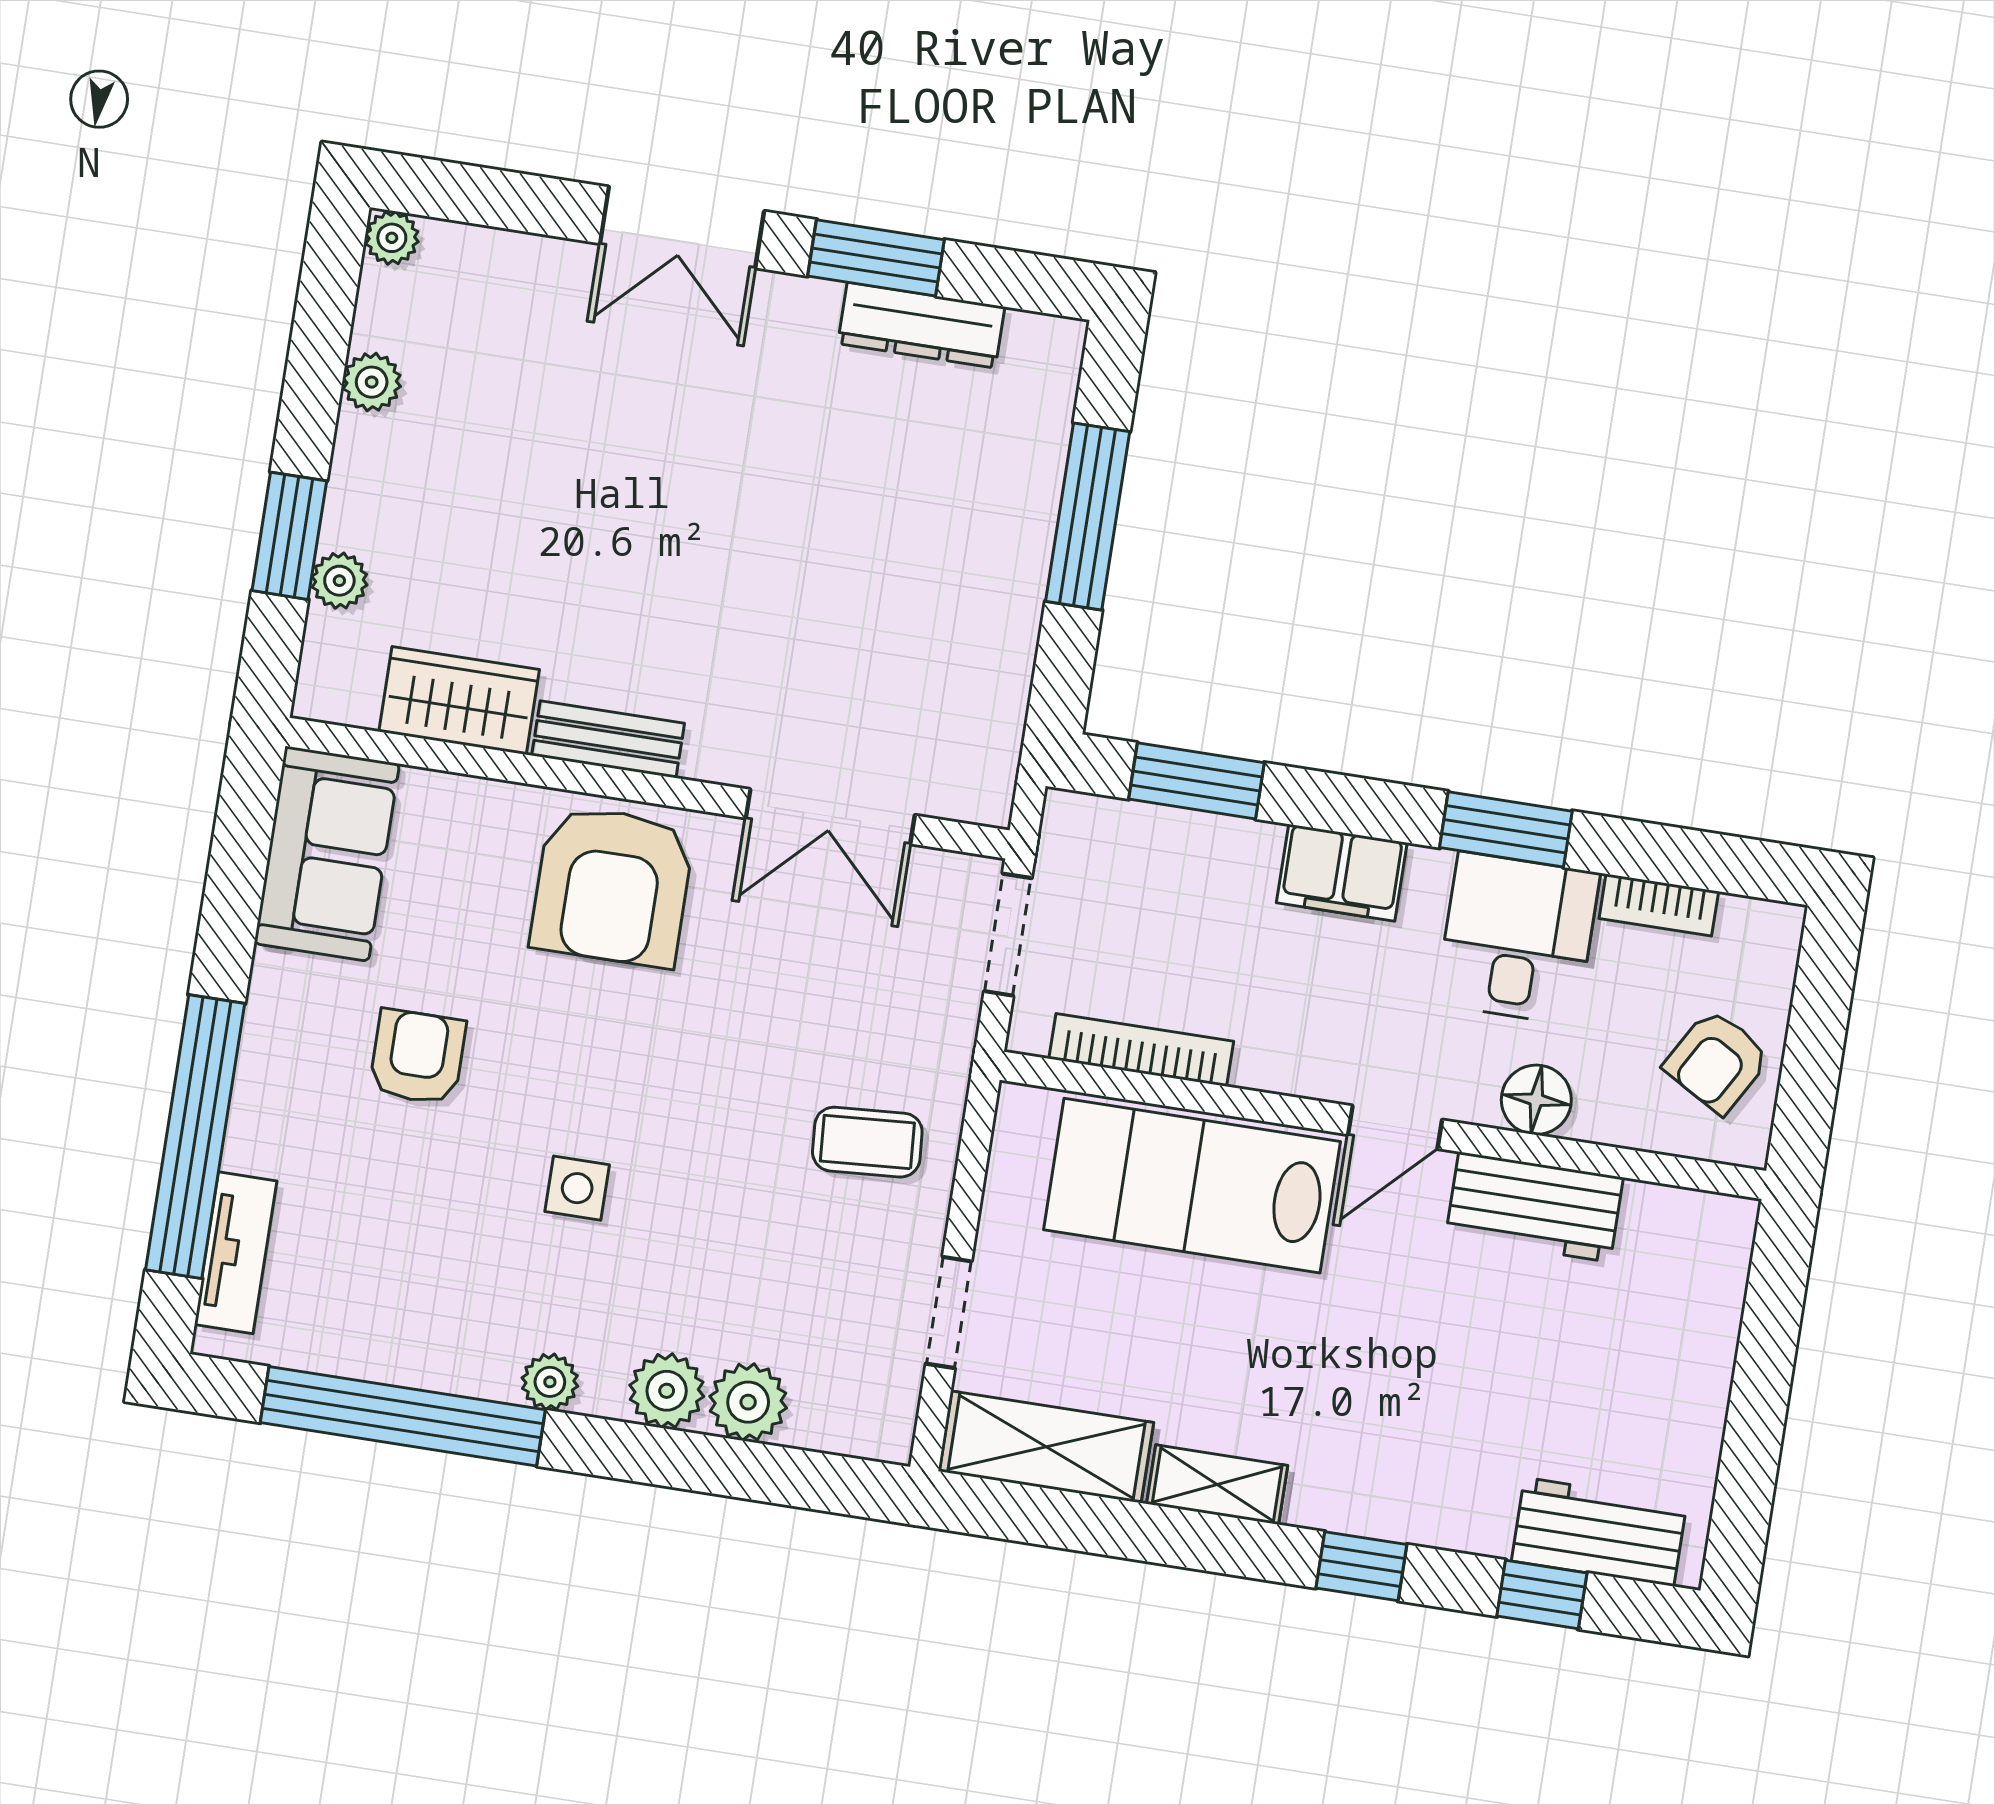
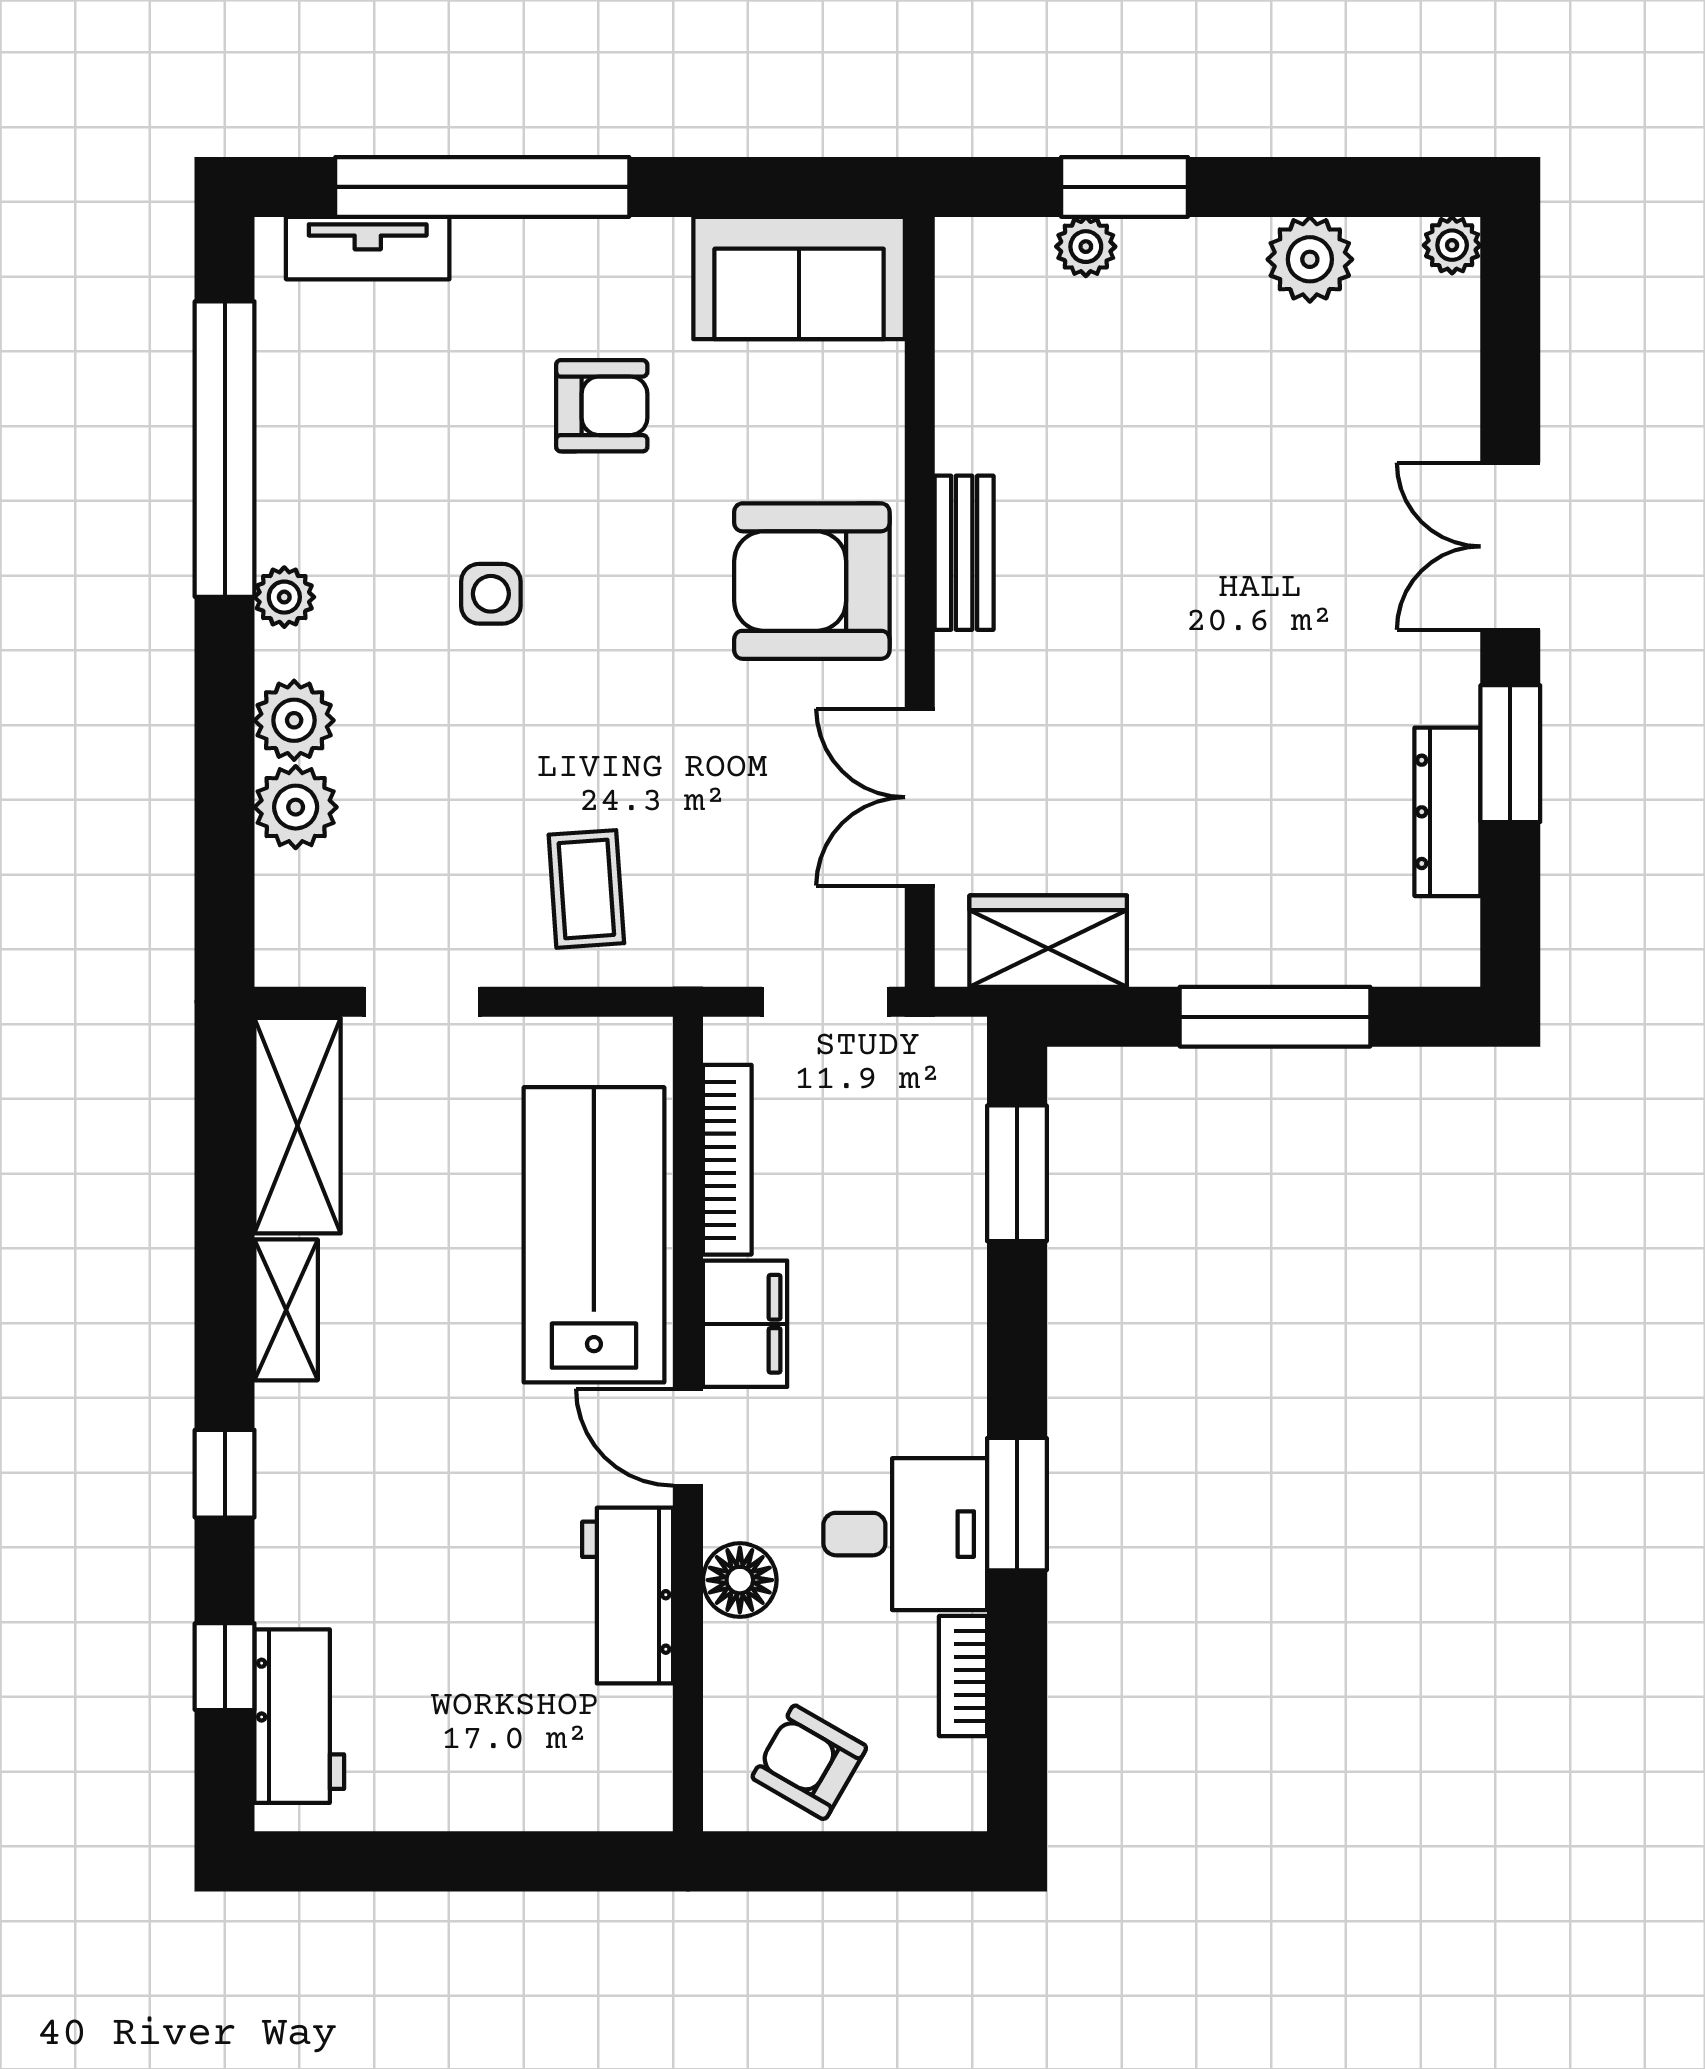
plant: (372, 382) -> (1310, 259), width x1.38, depth x1.38
wardrobe: (459, 700) -> (1048, 941), moved, turned -90
filing cabinet: (1342, 873) -> (745, 1324), moved, turned 180

